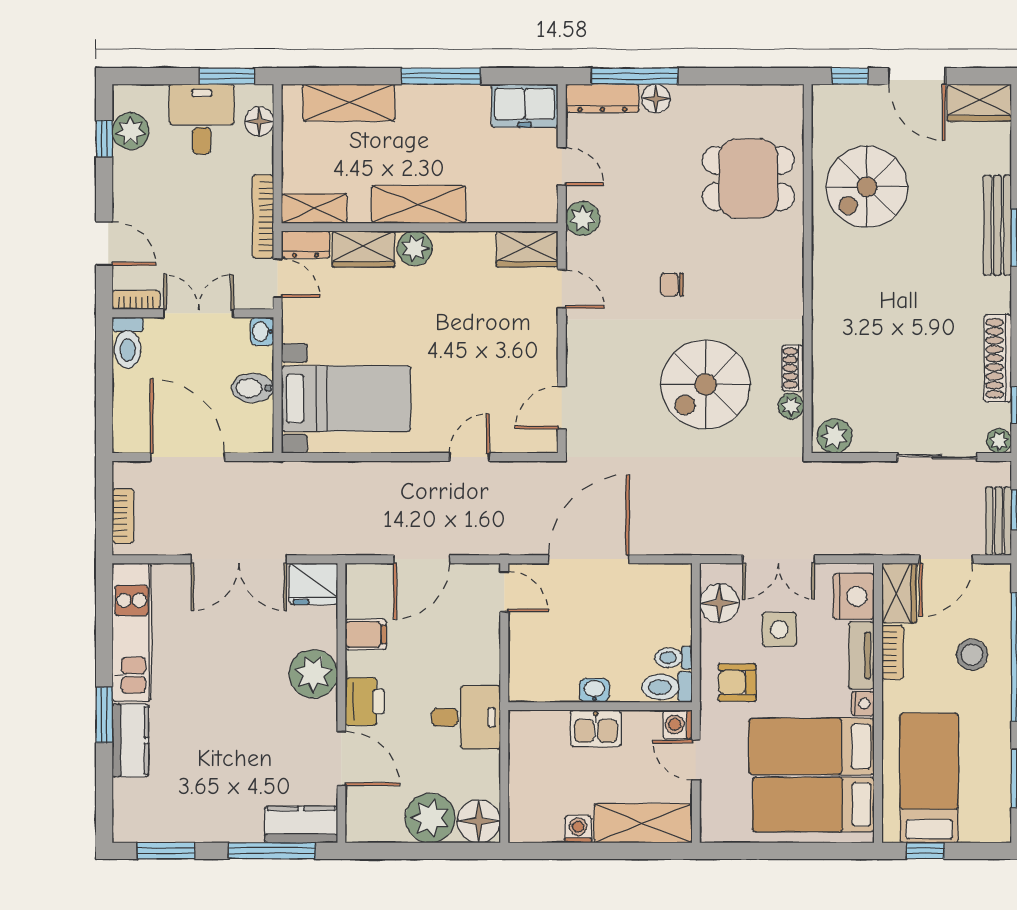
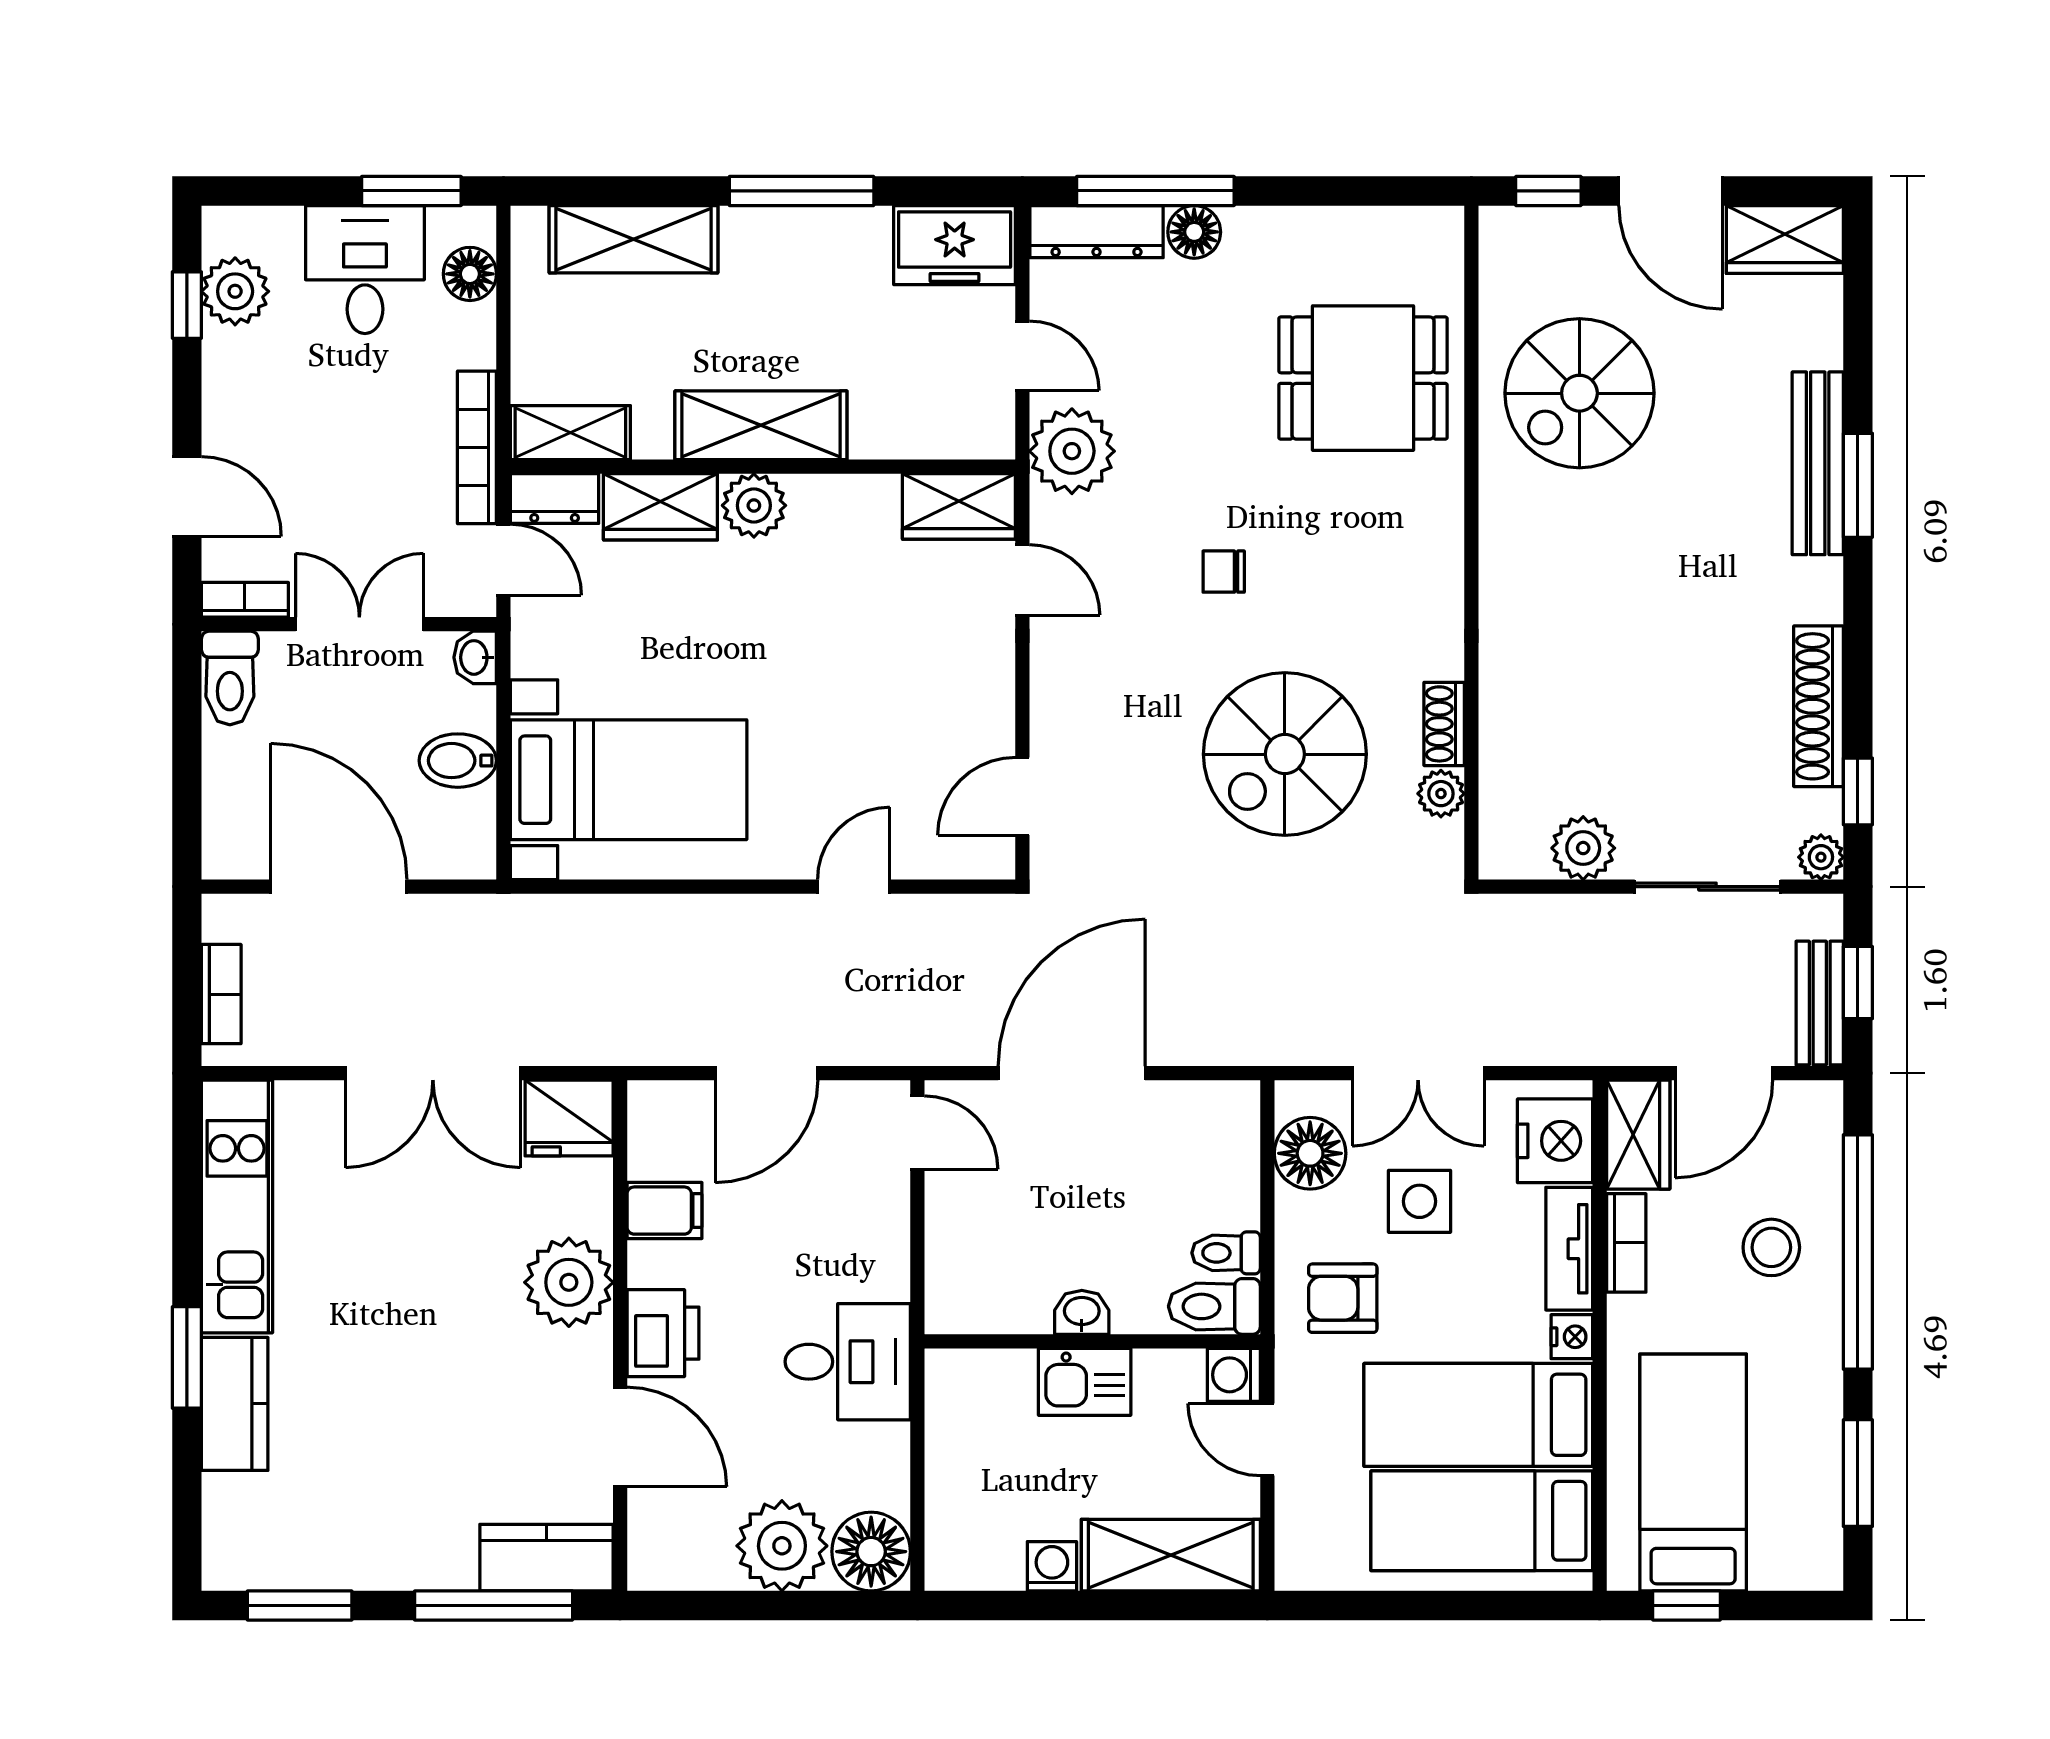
plant: (583, 219) -> (1072, 451), width x1.36, depth x1.36
plant: (835, 436) -> (1583, 848), moved

